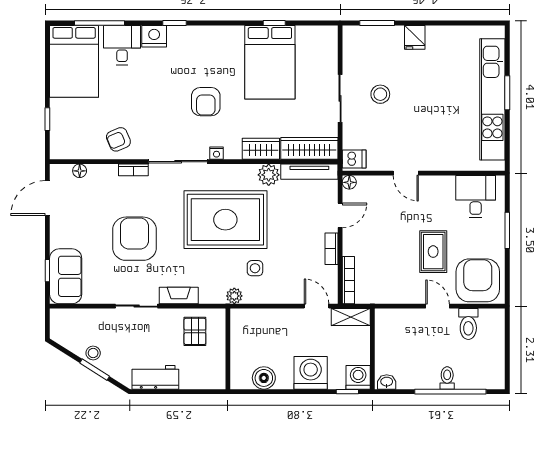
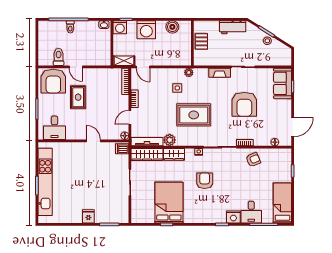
bed: (74, 61) -> (282, 203), width x0.67
stool: (380, 94) -> (108, 185), removed
rug: (225, 220) -> (194, 115), width x0.73, depth x0.69
pallet: (195, 331) -> (201, 41), moved

